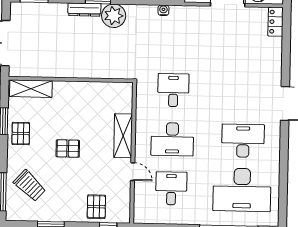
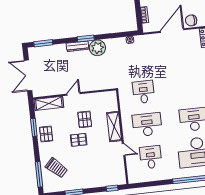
door: (69, 79) -> (73, 94), added
desk: (172, 139) -> (147, 125), turned 180
pallet: (96, 207) -> (85, 119), moved

